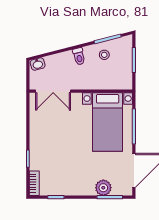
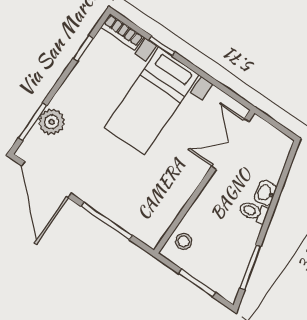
stool: (104, 55) -> (184, 241), moved
washbasin: (38, 64) -> (265, 193), moved
bed with nightstands: (108, 122) -> (152, 101), moved, turned -90

